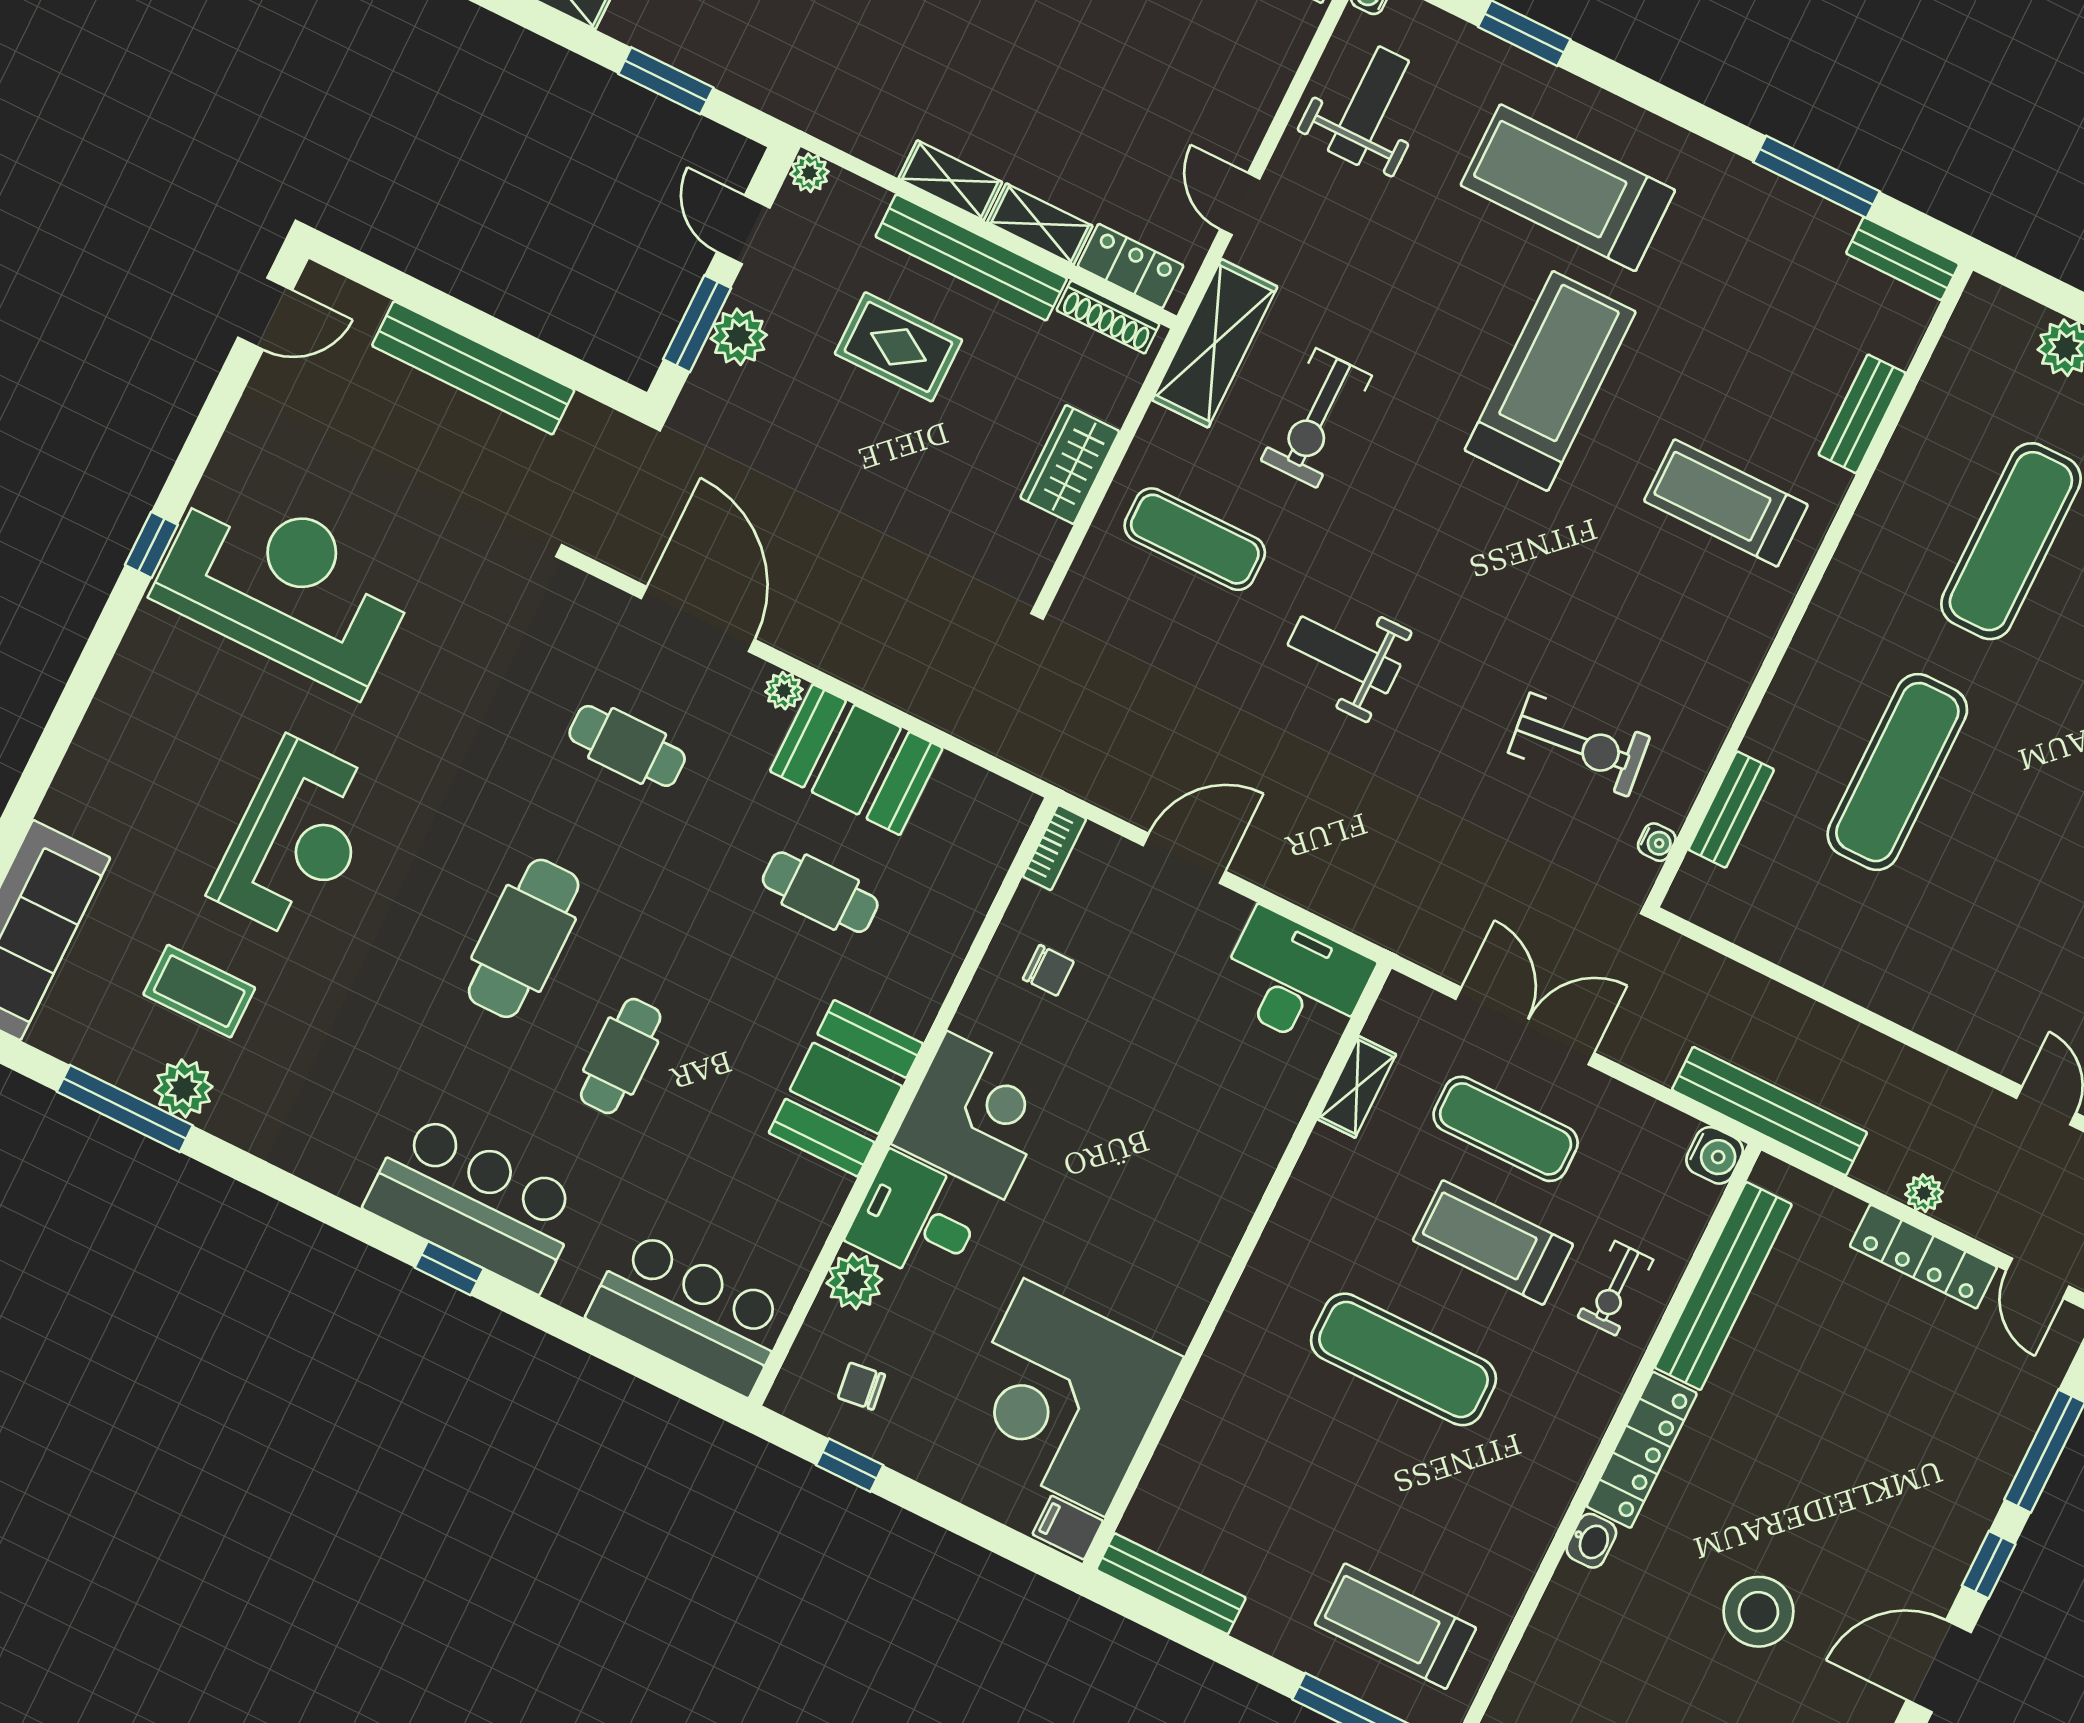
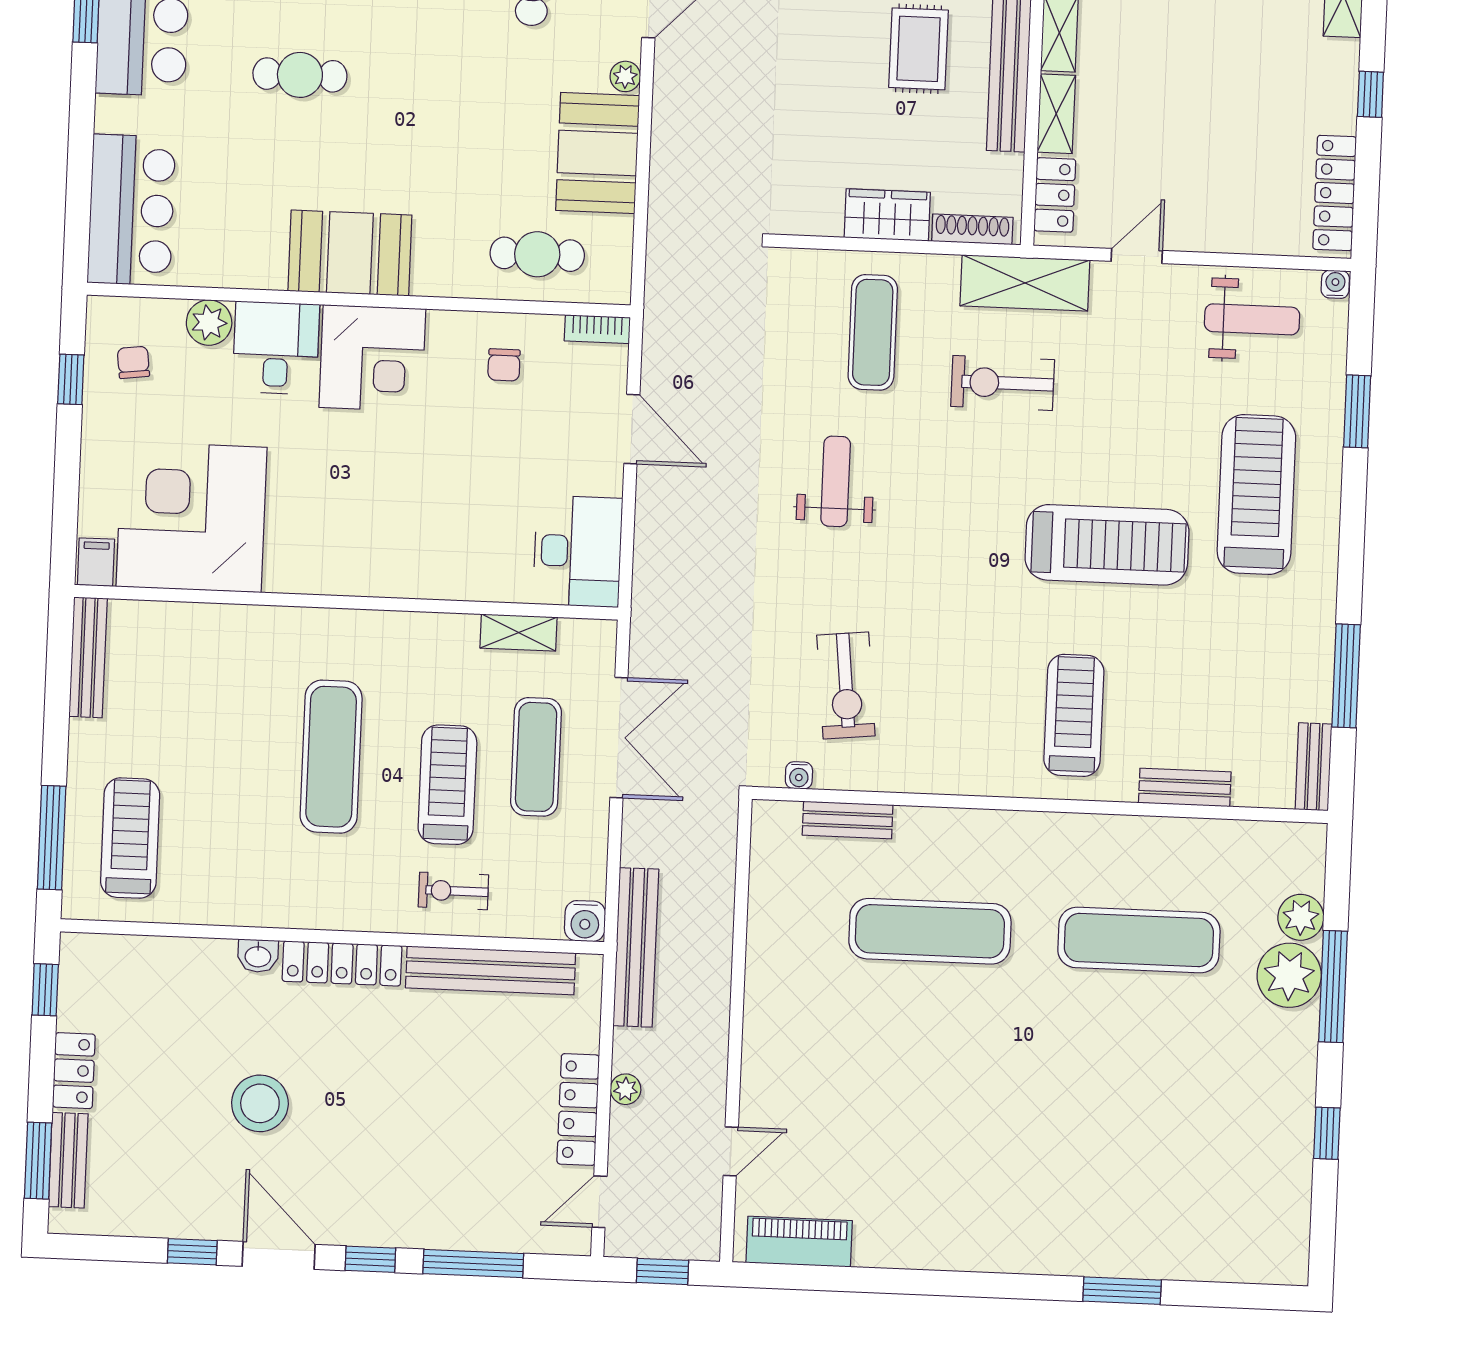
shoe rack: (1108, 317) -> (972, 229), moved, turned 90
cafe table: (820, 892) -> (537, 254), moved, turned 90

